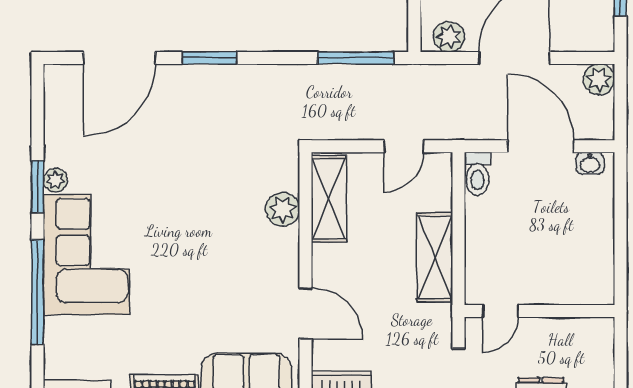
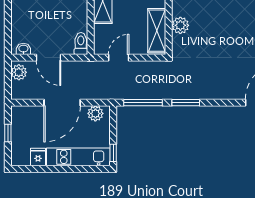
window: (209, 58) -> (186, 103), moved
plant: (599, 79) -> (19, 72), moved
door: (541, 146) -> (49, 58), width x0.73

